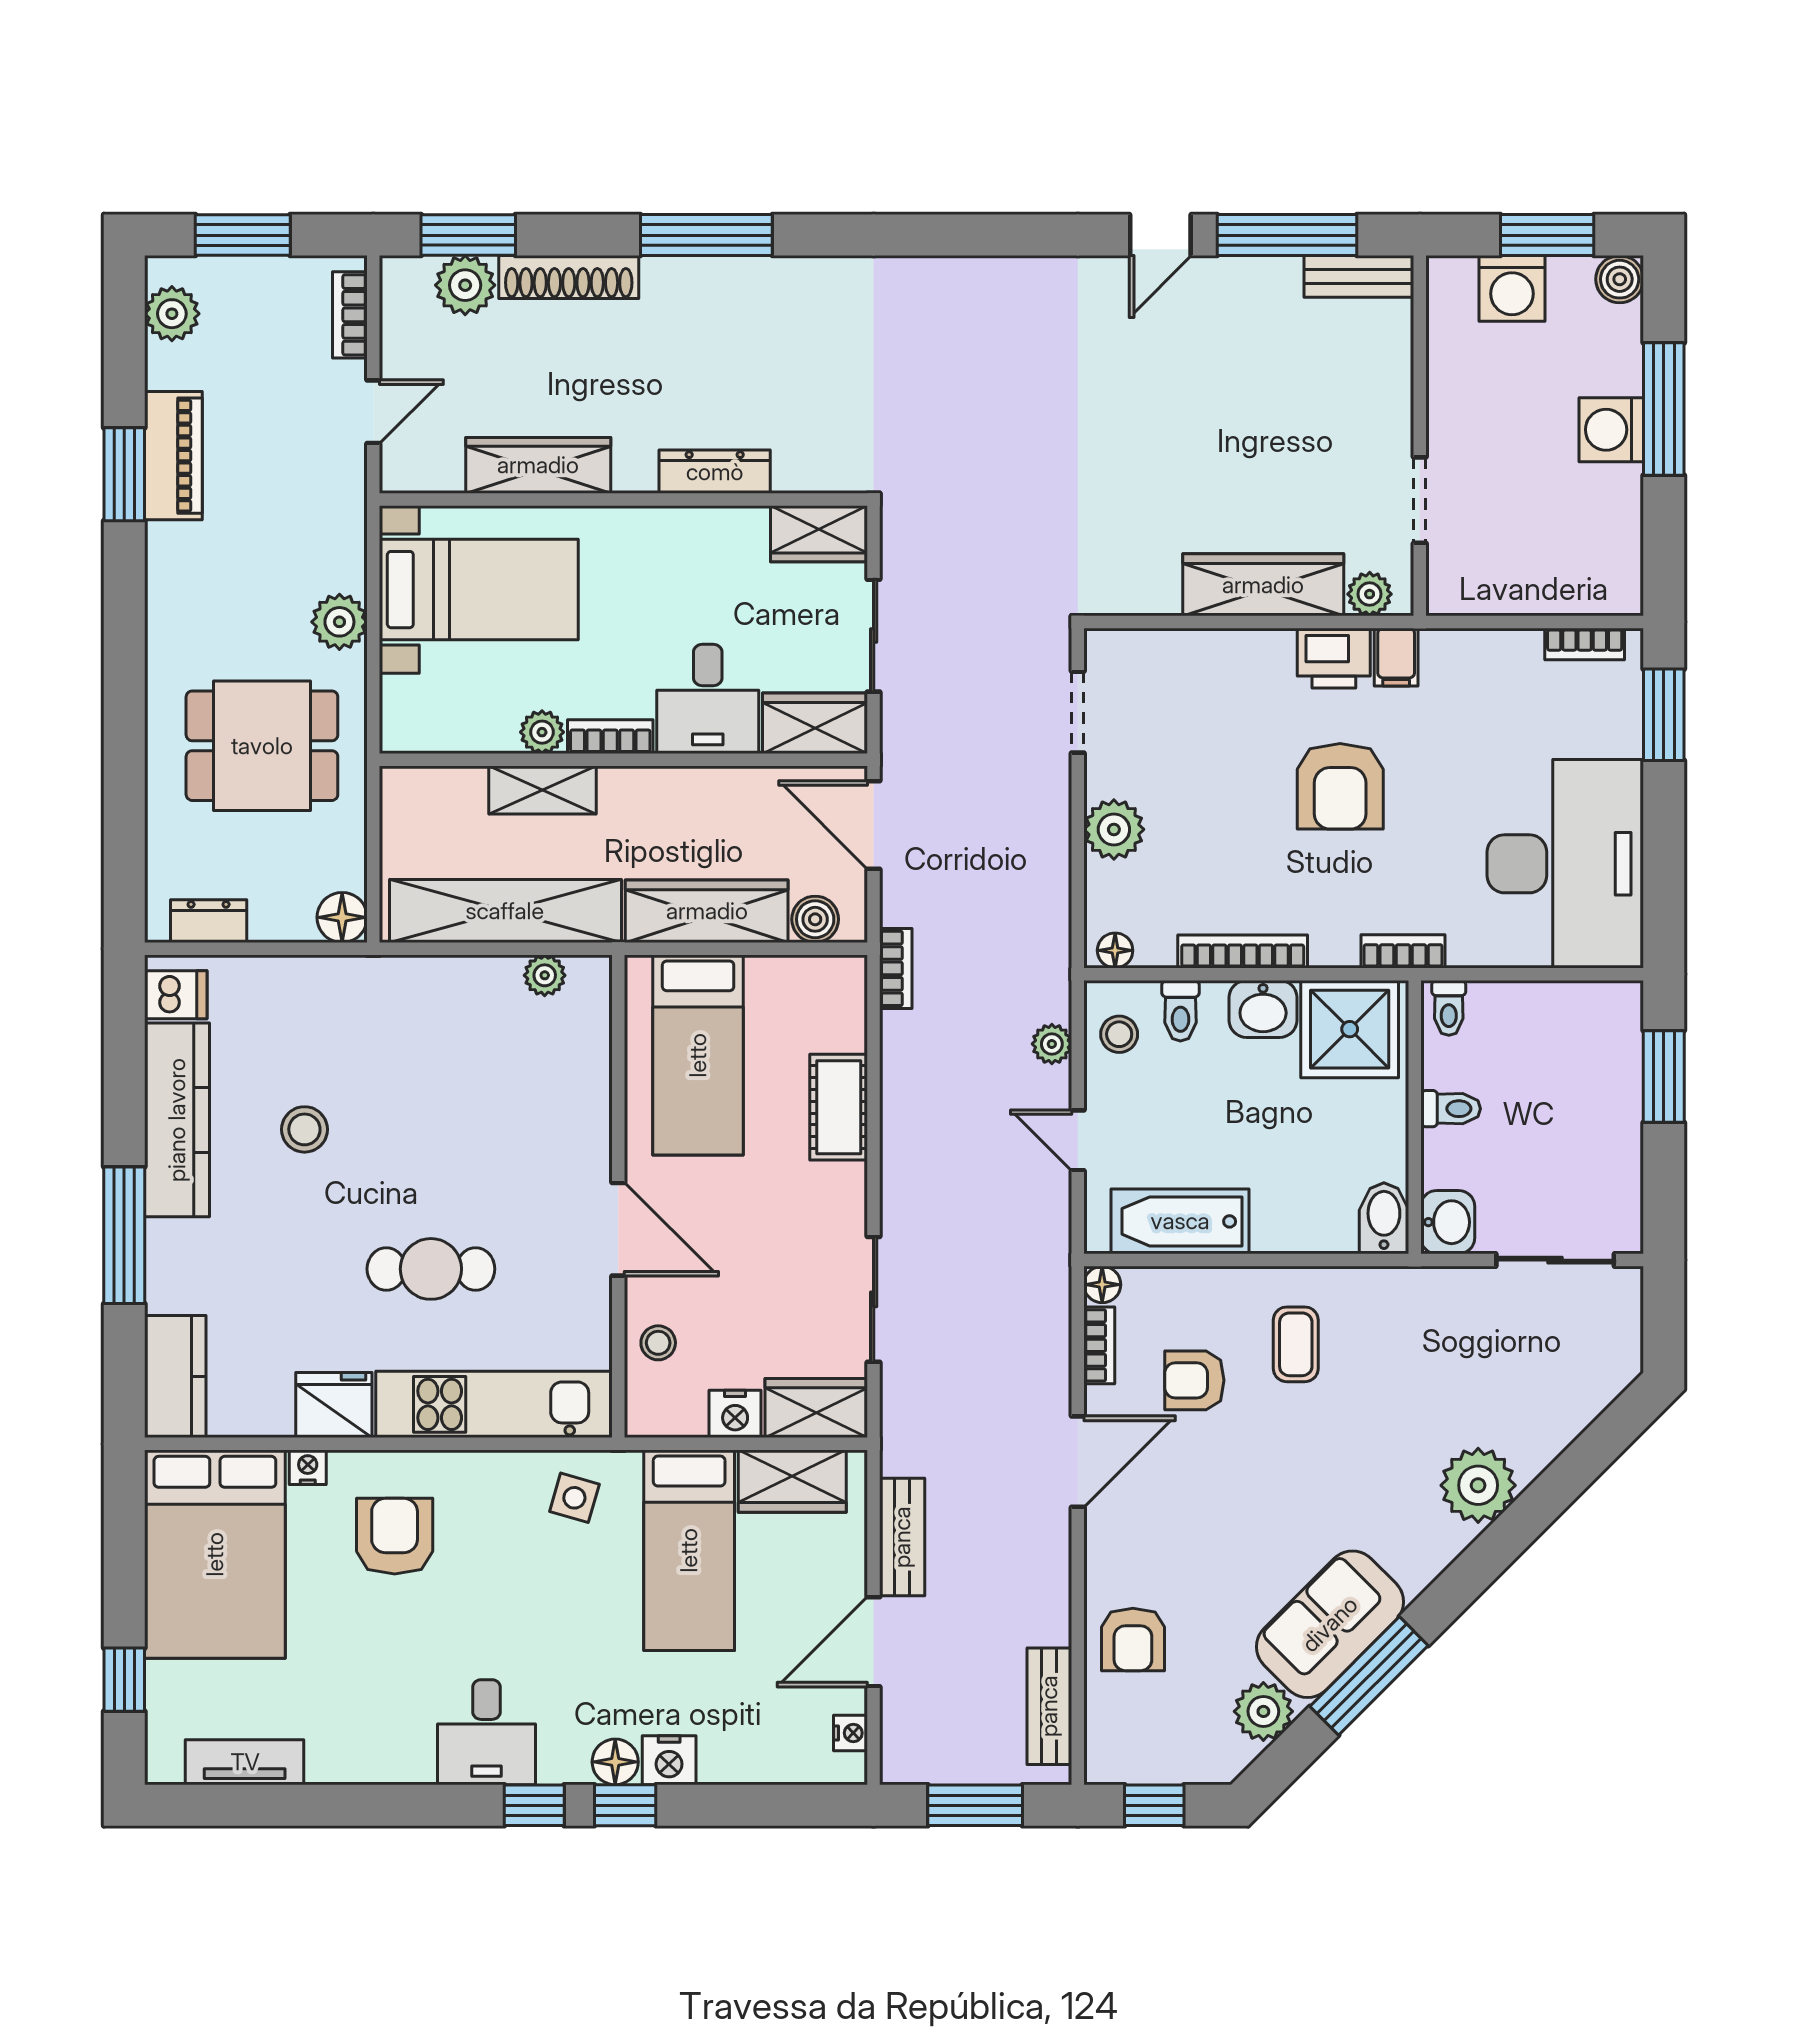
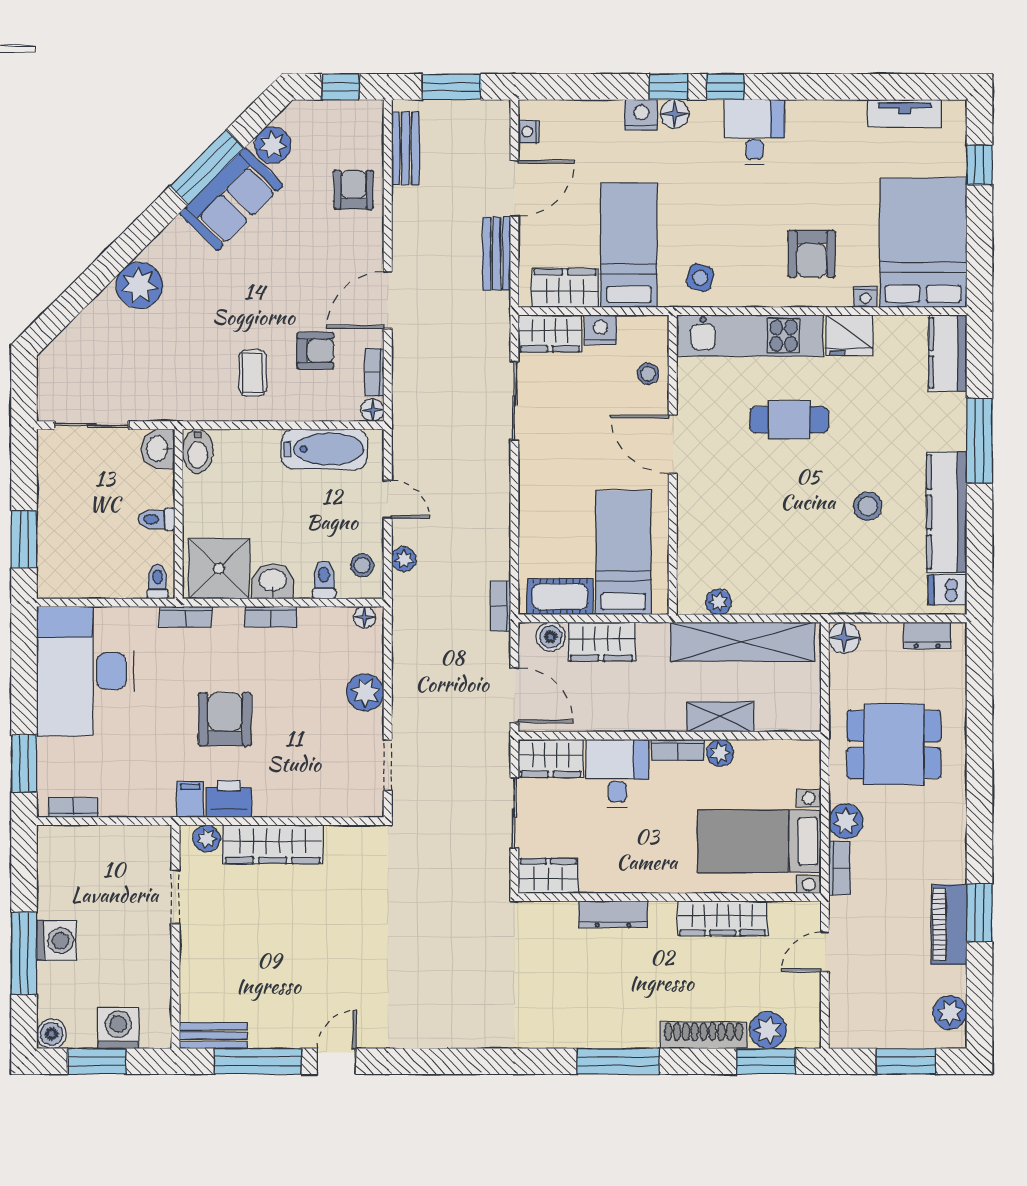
bookcase: (350, 315) -> (839, 868), moved
wardrobe: (707, 911) -> (601, 642), width x0.67
bookcase: (1243, 952) -> (271, 617), width x0.64
cot: (839, 1107) -> (560, 597), moved, turned 90

